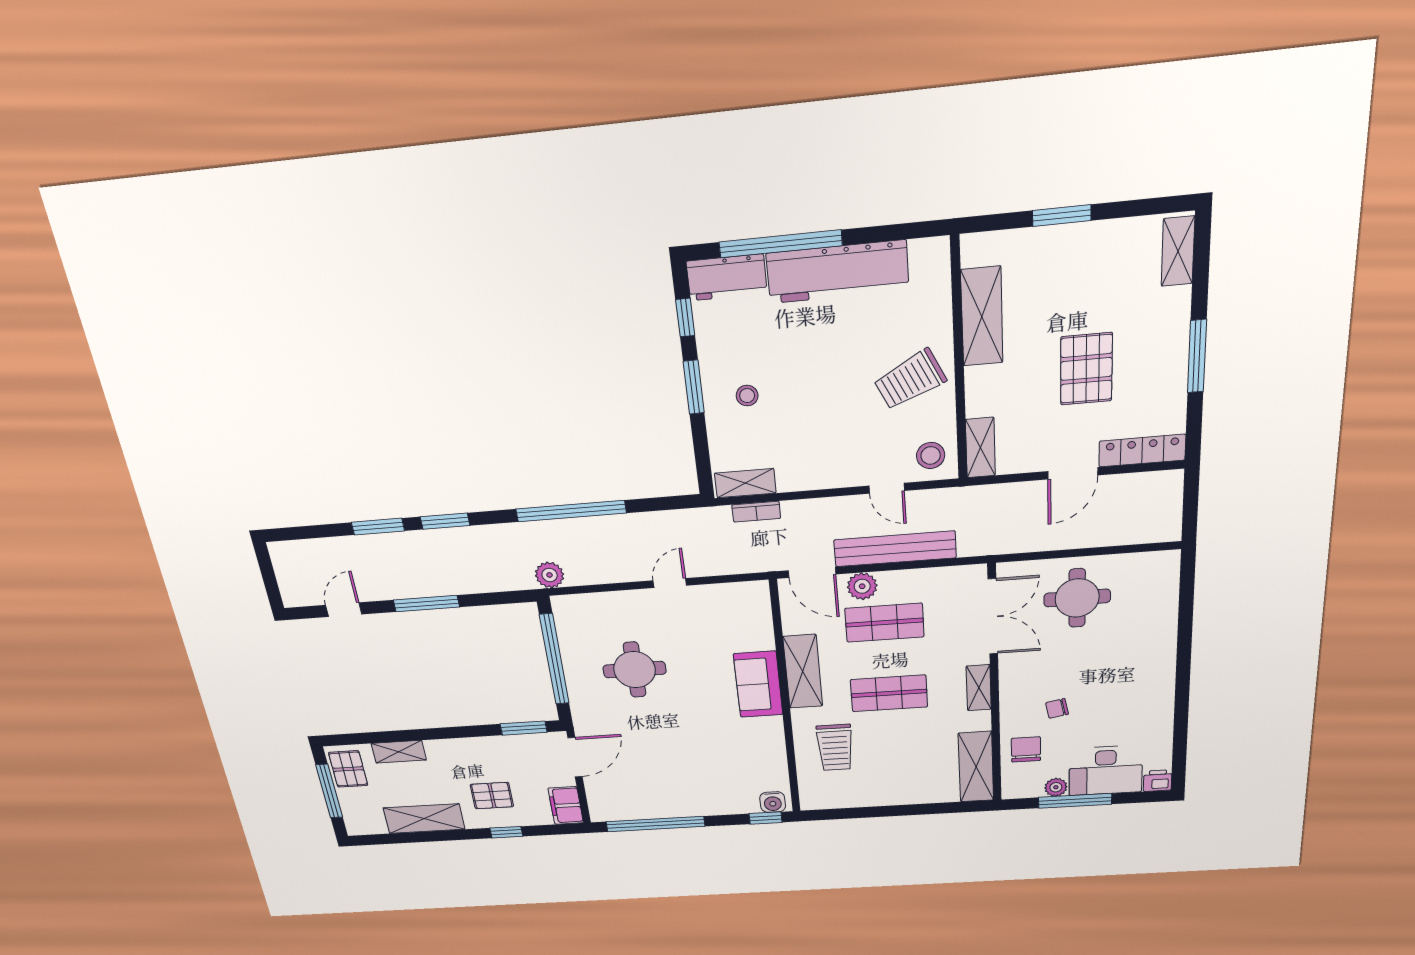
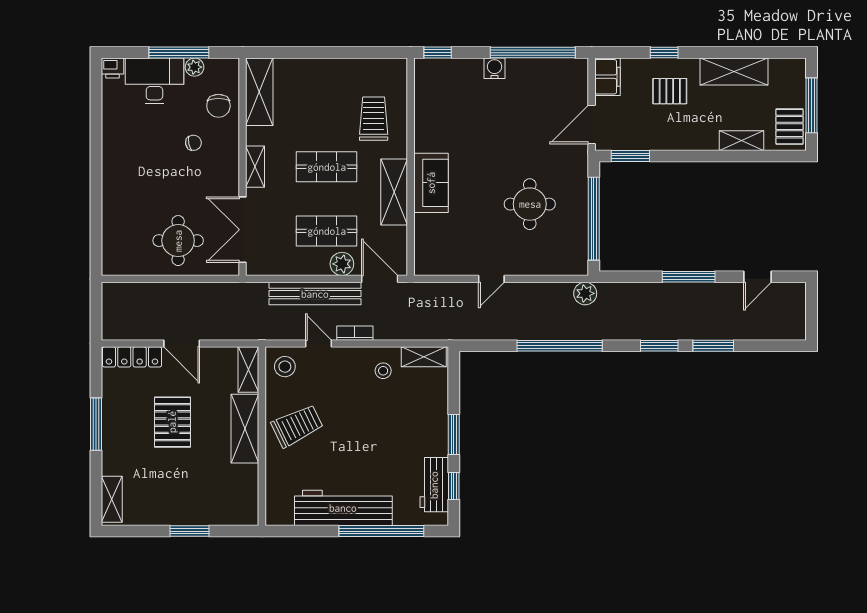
workbench: (727, 277) -> (434, 485), moved, turned -90
shelving: (982, 316) -> (245, 429), moved
stool: (747, 396) -> (383, 371), moved
door: (1073, 473) -> (182, 344), swing flipped
bookcase: (756, 512) -> (355, 333), moved
water cooler: (773, 802) -> (495, 68), moved

